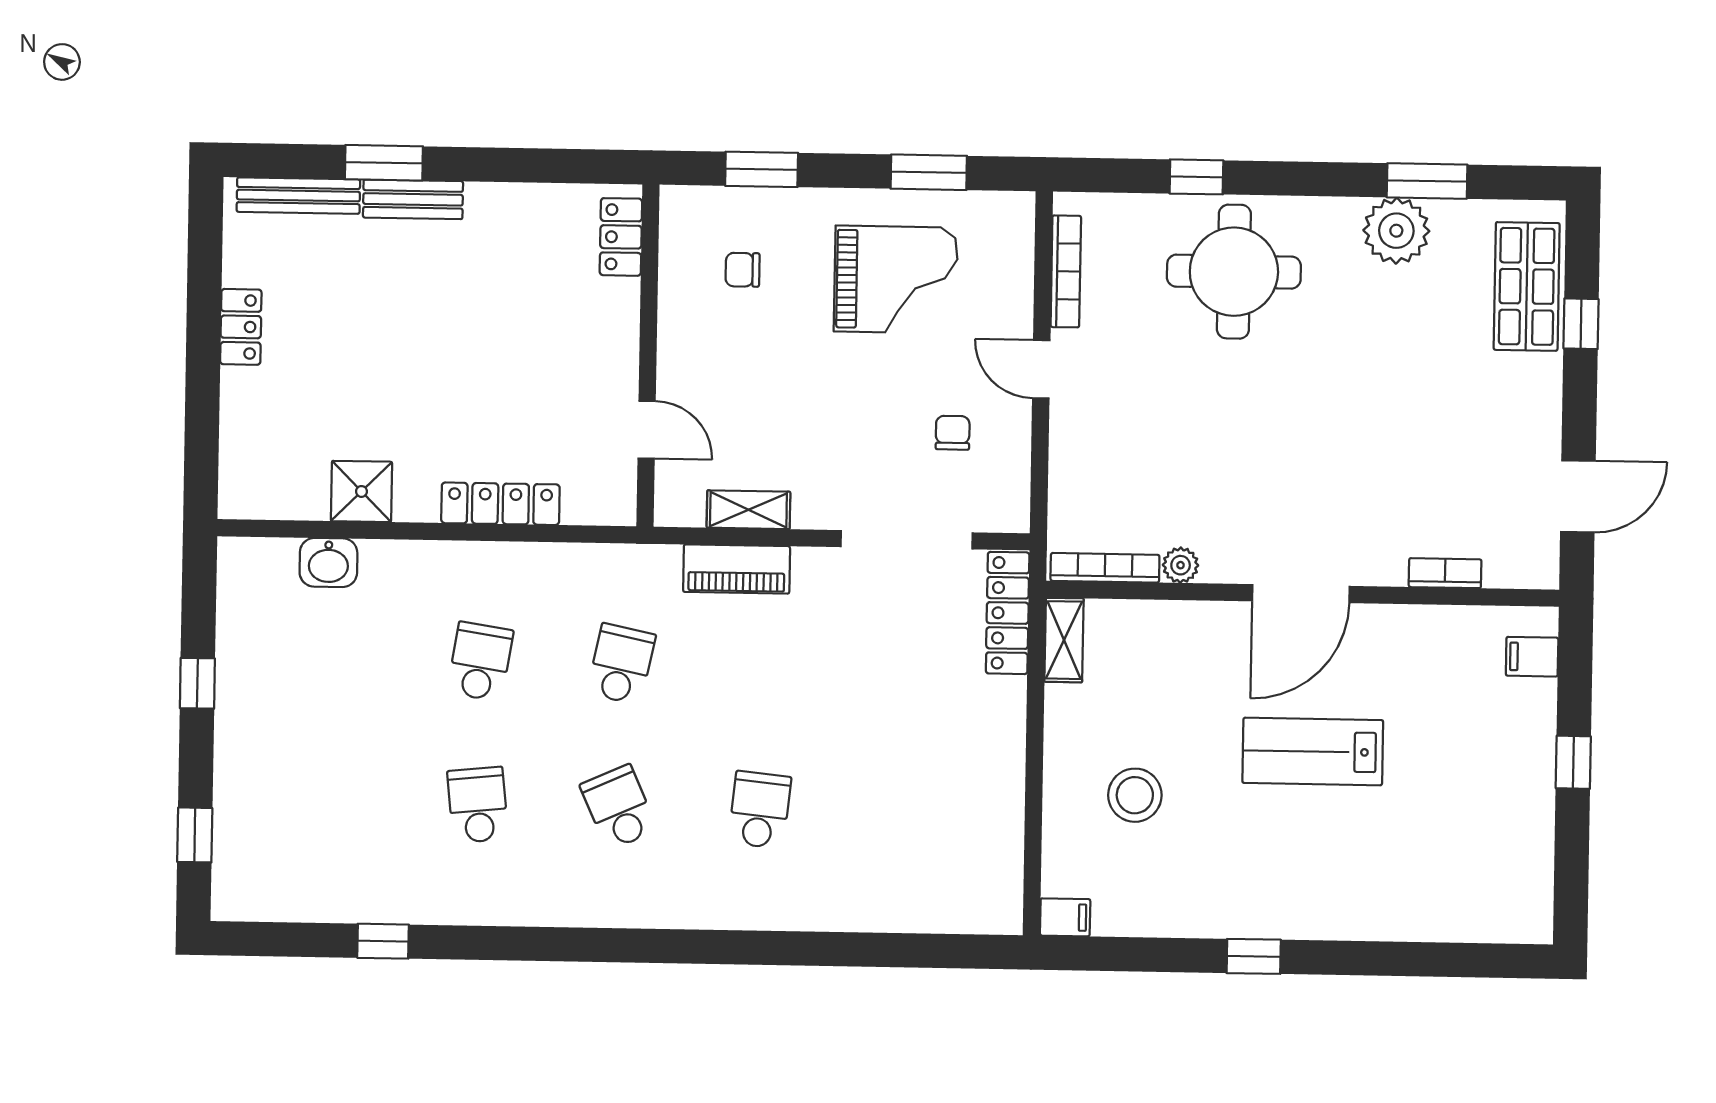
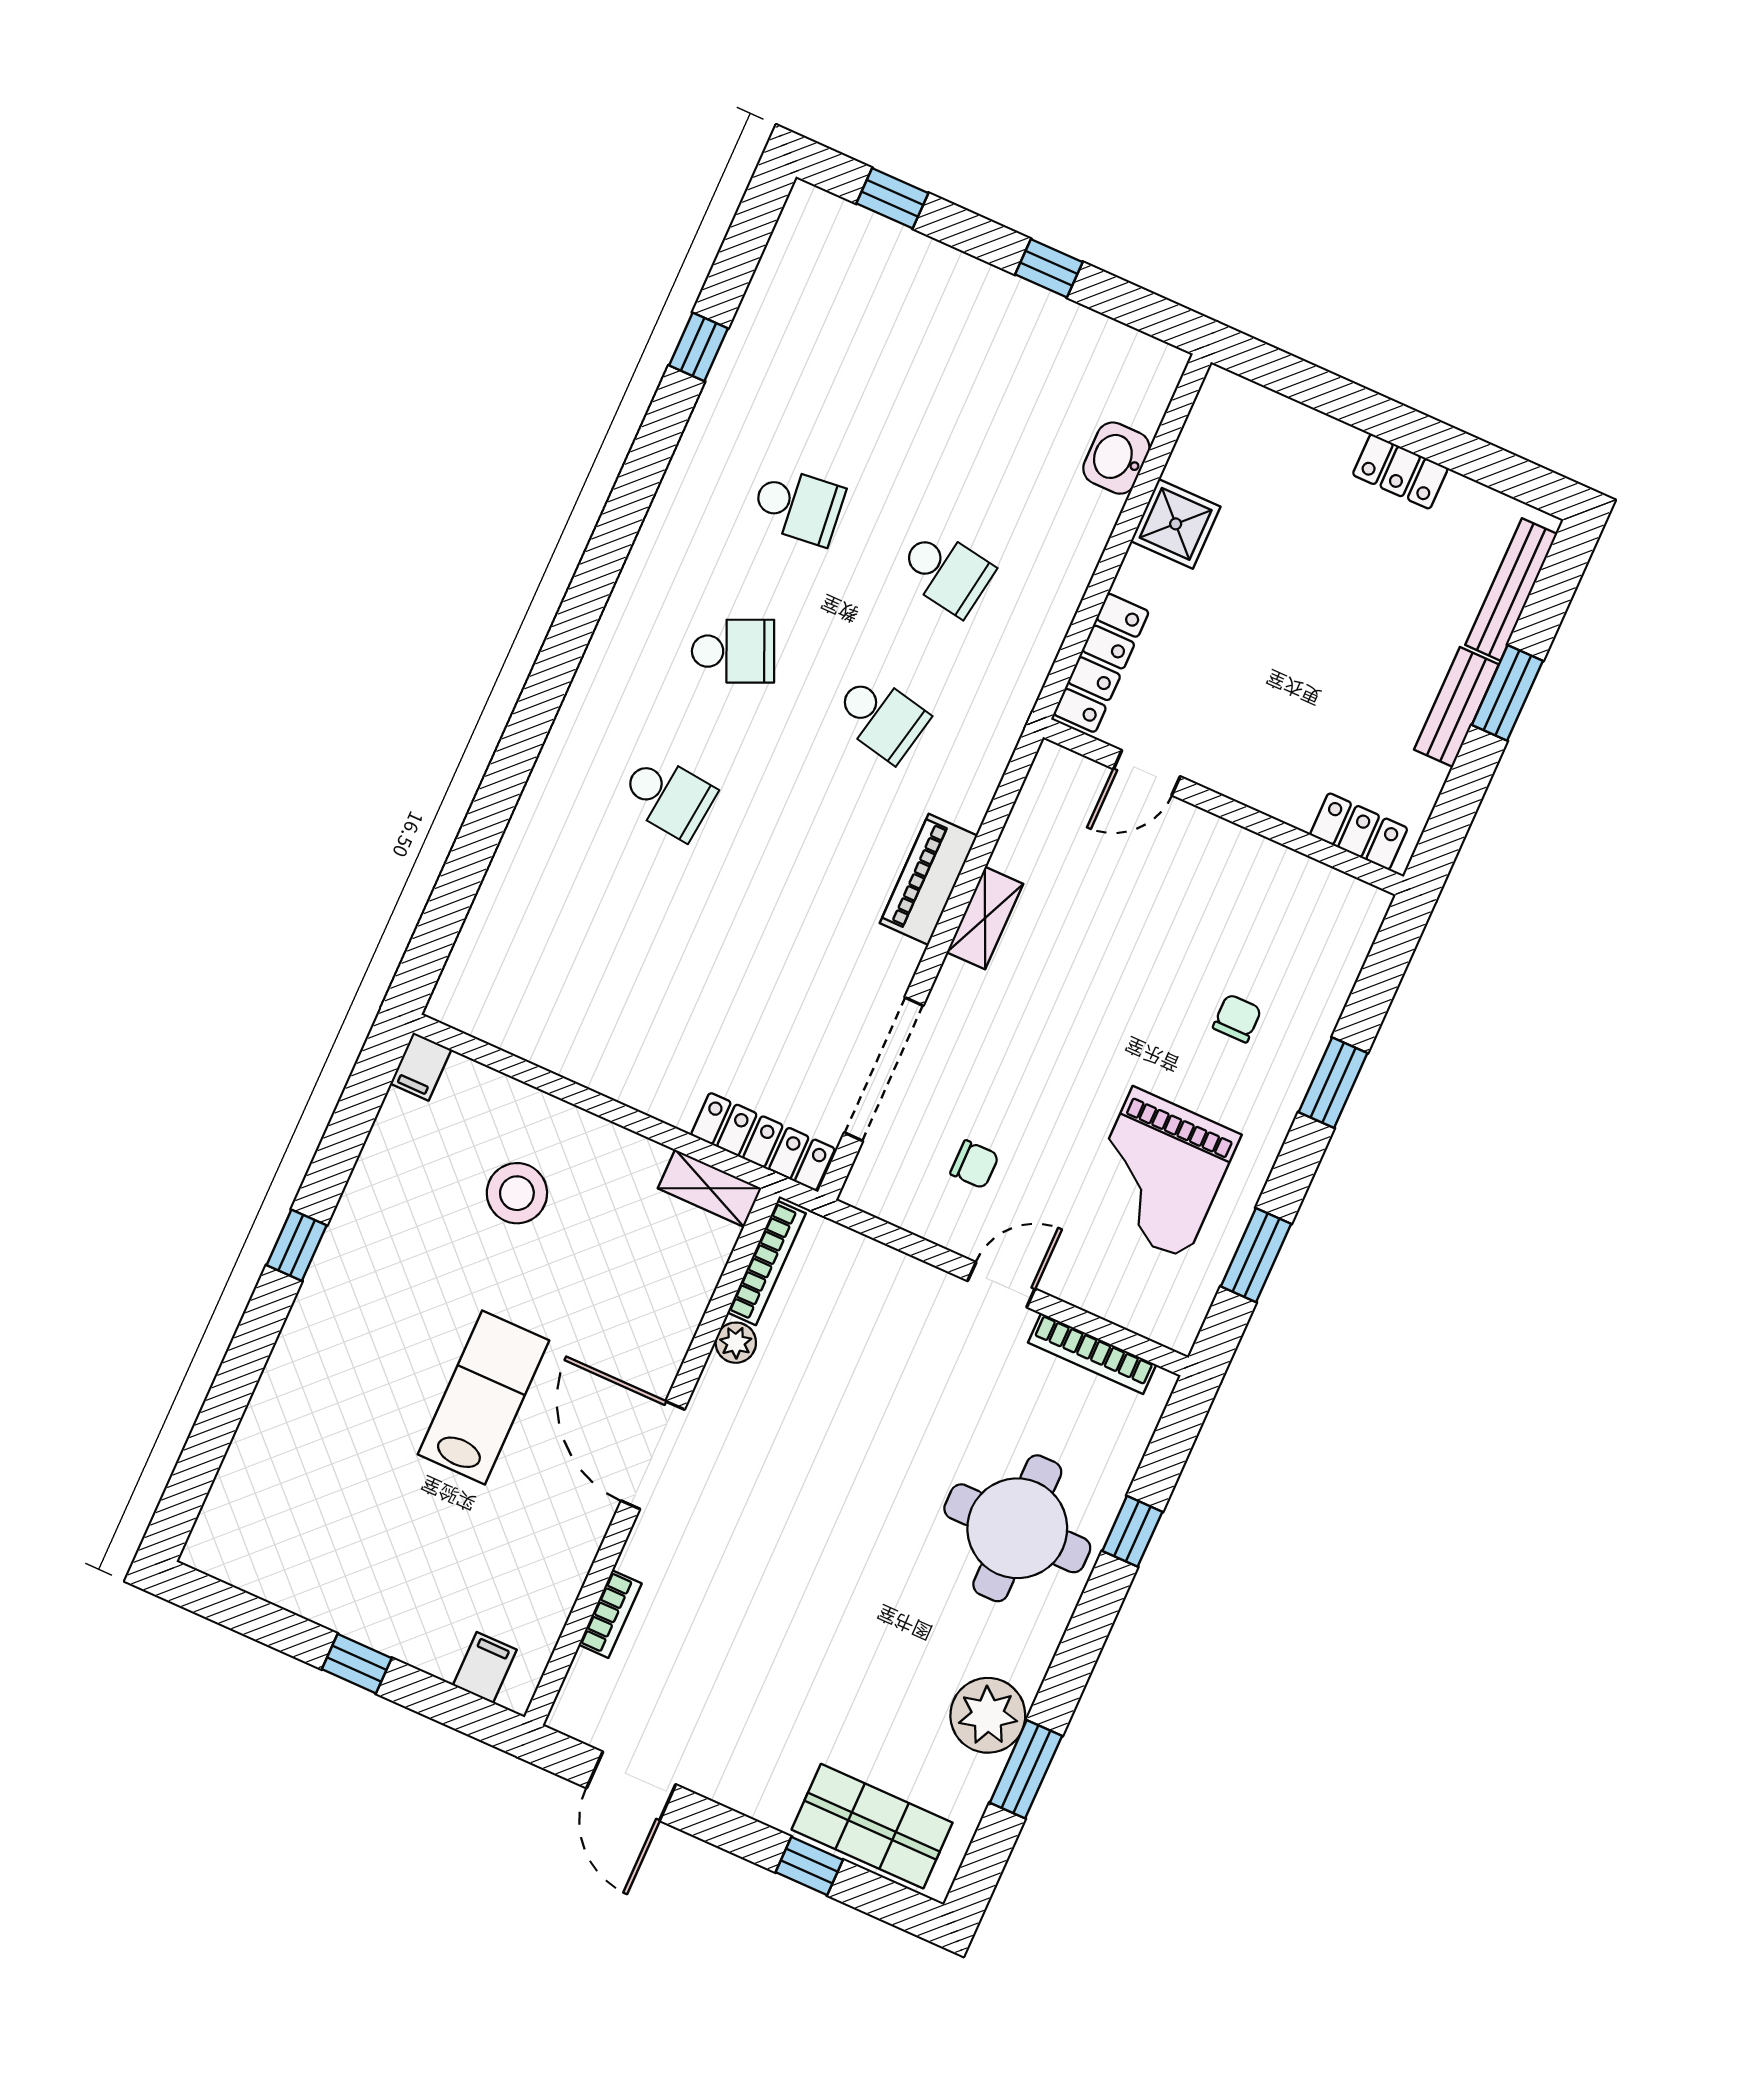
locker: (621, 237) -> (1359, 831), moved
wall: (648, 356) -> (1223, 807), moved
door: (647, 430) -> (1147, 773), moved

